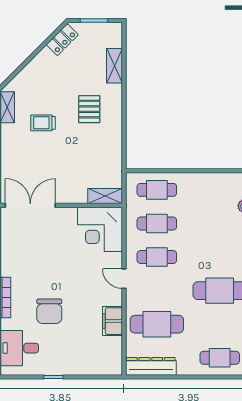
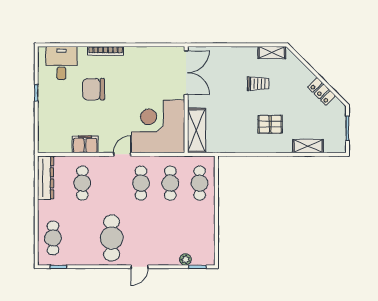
locker: (62, 40) -> (322, 91), moved
trolley: (43, 123) -> (258, 84), turned 90
shelving: (105, 196) -> (196, 130), width x1.50, depth x1.33
corner desk: (100, 229) -> (158, 126), width x1.36, depth x1.36
cafe table: (157, 324) -> (82, 183), width x0.73, depth x0.74

